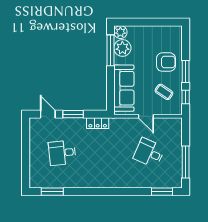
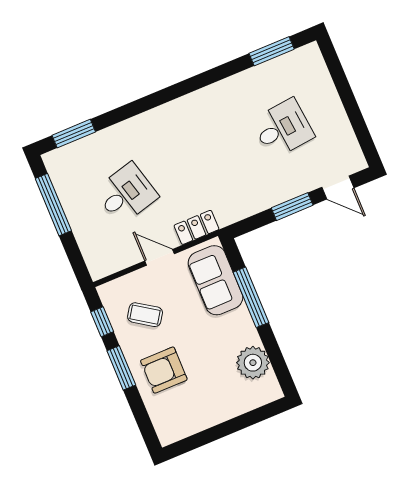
plant: (120, 32) -> (268, 390), removed
window: (111, 50) -> (251, 297), moved
sofa: (124, 88) -> (215, 280), width x0.73
locker: (98, 123) -> (197, 227), moved
desk: (149, 153) -> (126, 194), turned -39

